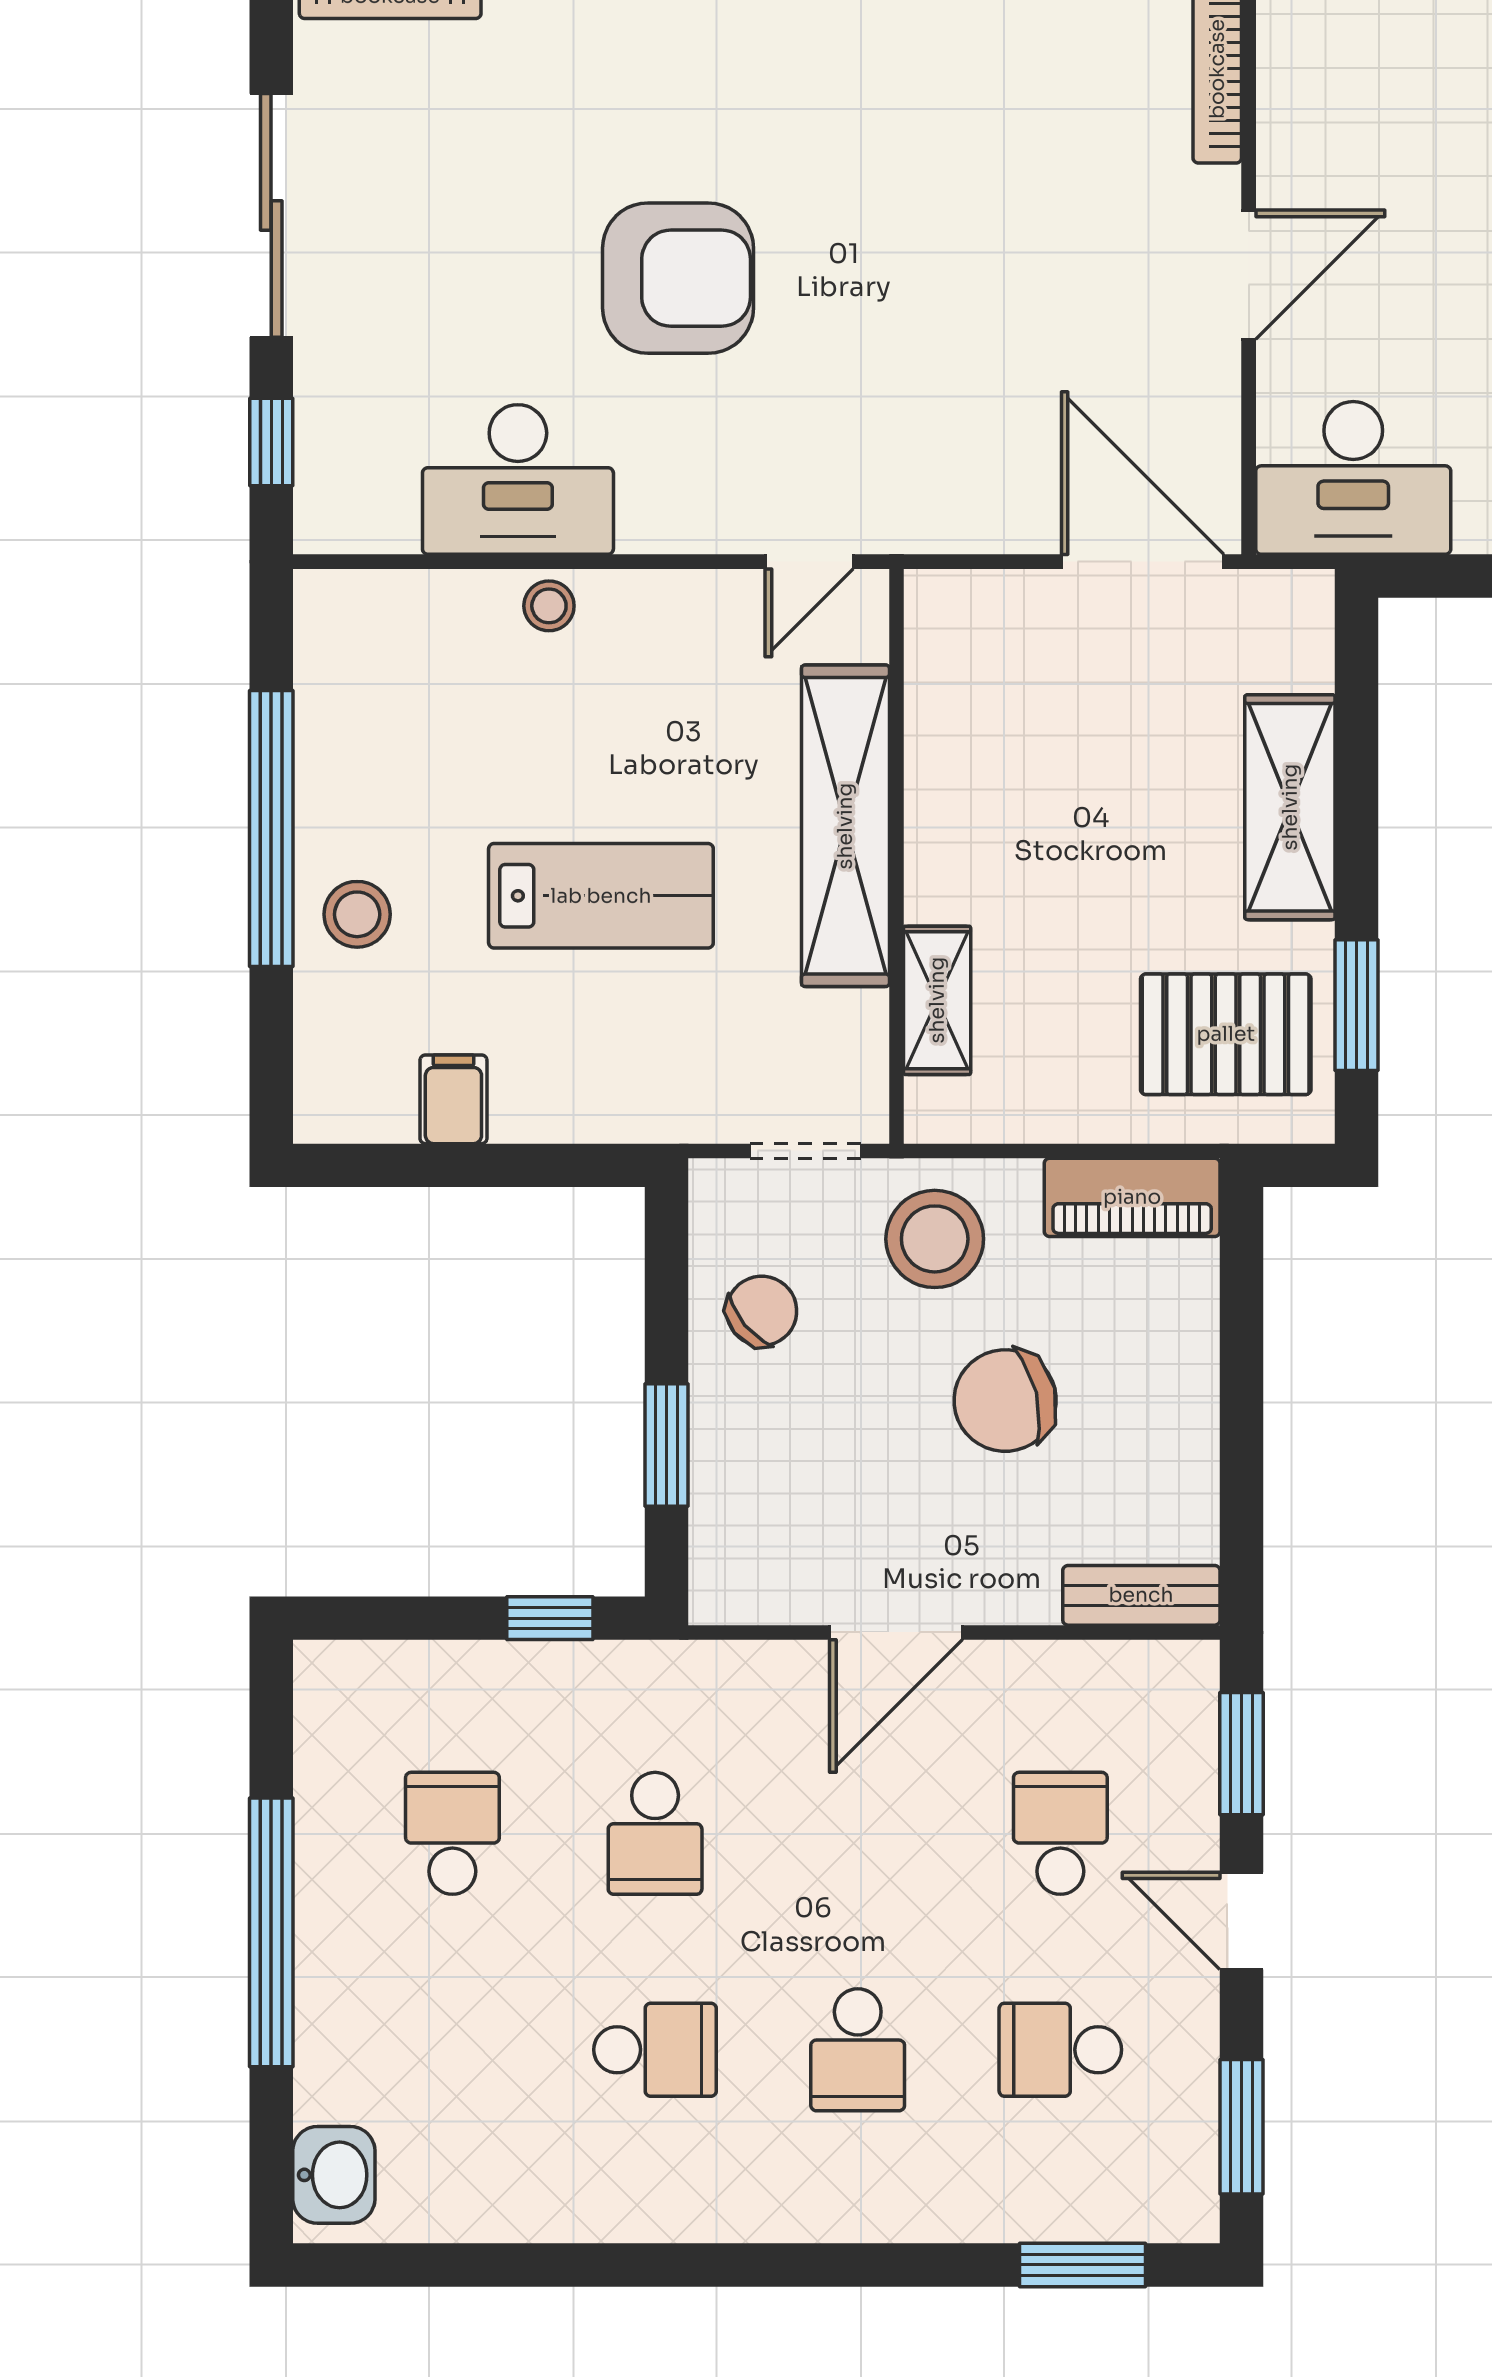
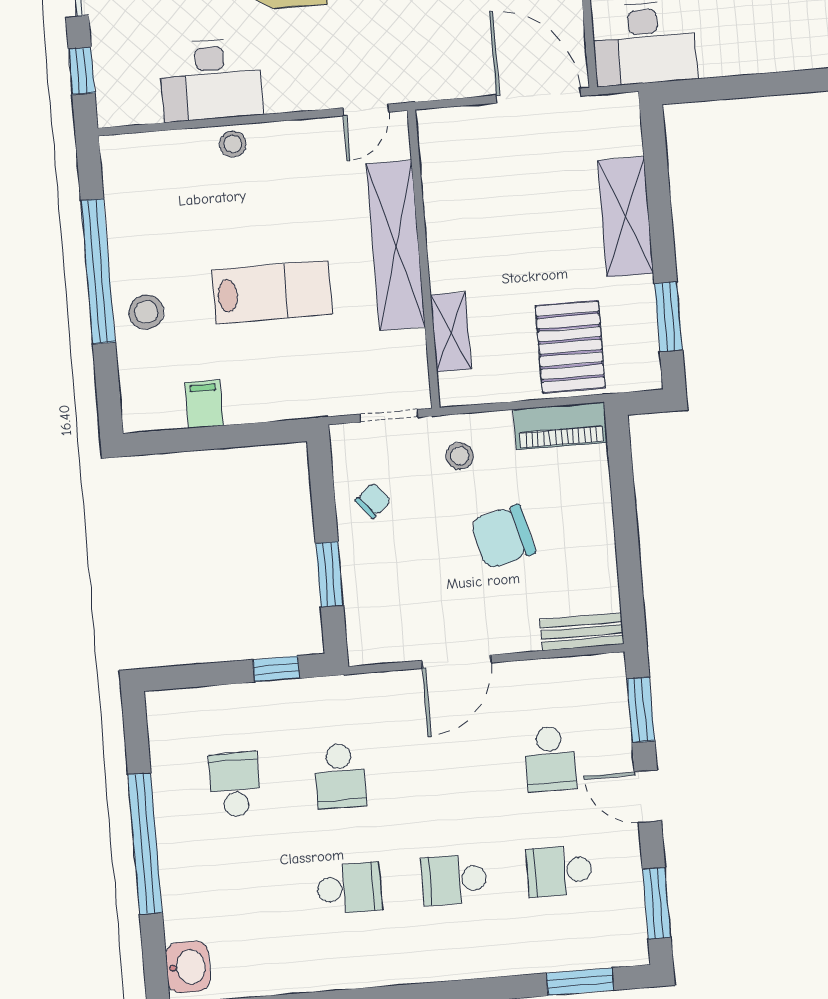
pallet: (1226, 1034) -> (570, 347), moved, turned 90
stool: (935, 1239) -> (460, 456), width x0.53, depth x0.53
chair: (762, 1311) -> (373, 501), width x0.73, depth x0.73
school desk: (1060, 1833) -> (550, 759), turned 180
school desk: (858, 2050) -> (454, 880), turned 90

